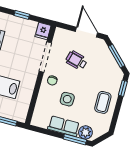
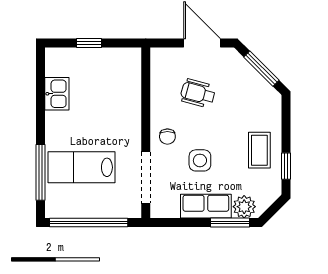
fridge: (43, 31) -> (131, 60), removed
doorway: (45, 57) -> (146, 178), moved
window: (123, 88) -> (286, 166), moved

